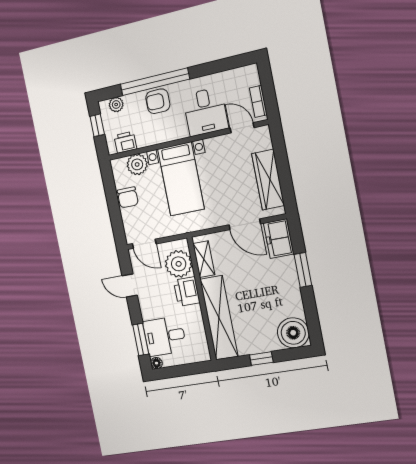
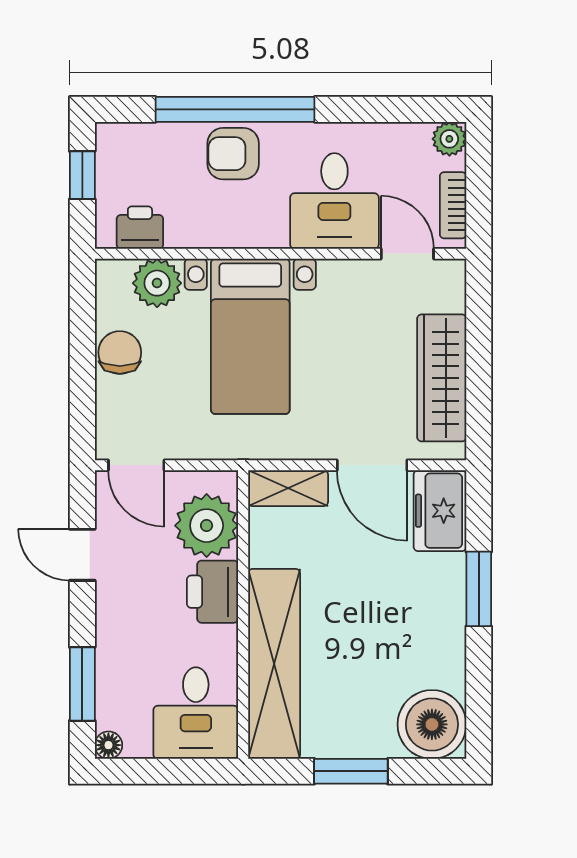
plant: (116, 105) -> (449, 139), moved
chair: (128, 197) -> (120, 352), turned 180
shelving: (204, 259) -> (288, 488), moved, turned 90
desk: (165, 336) -> (196, 713), moved, turned -90
window: (261, 359) -> (351, 771), width x1.50

